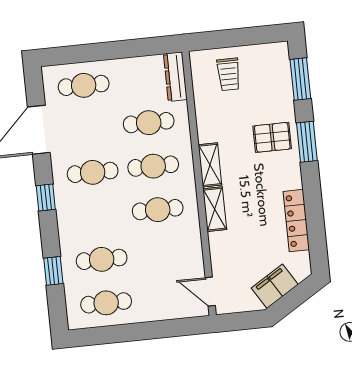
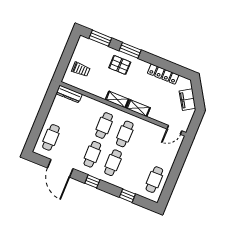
cafe table: (149, 123) -> (83, 117), removed
pallet: (272, 137) -> (120, 65), turned 90
cafe table: (102, 259) -> (113, 163), moved

